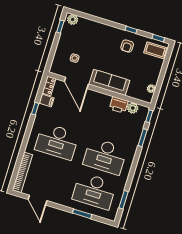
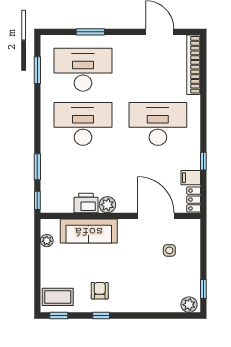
sofa: (109, 82) -> (89, 231), moved
plant: (133, 108) -> (107, 205), moved

